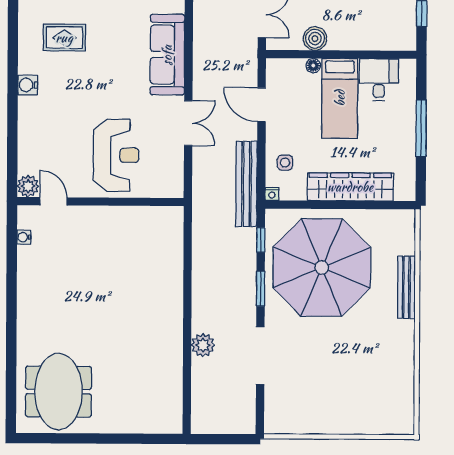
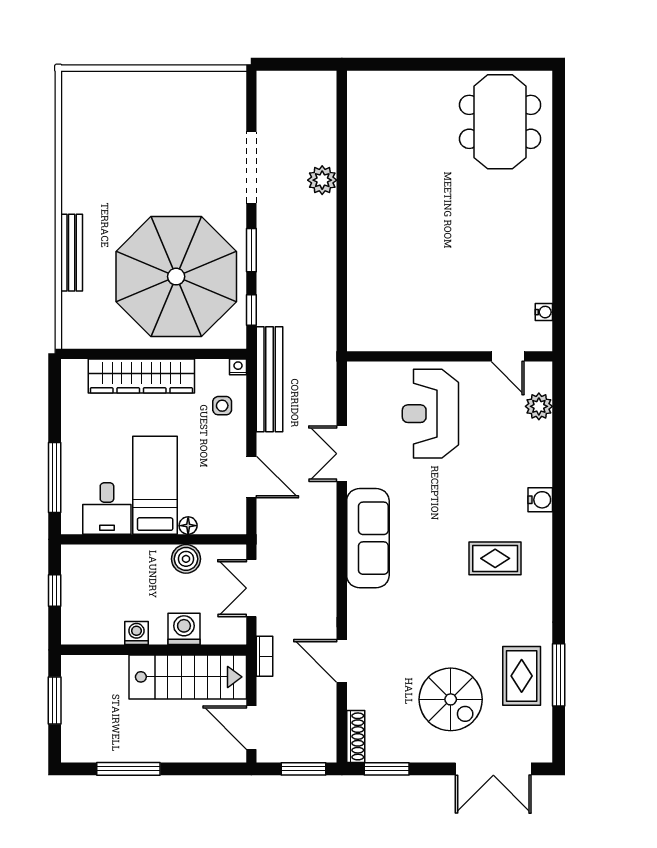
window: (421, 128) -> (55, 478), moved
plant: (28, 186) -> (539, 406), moved

